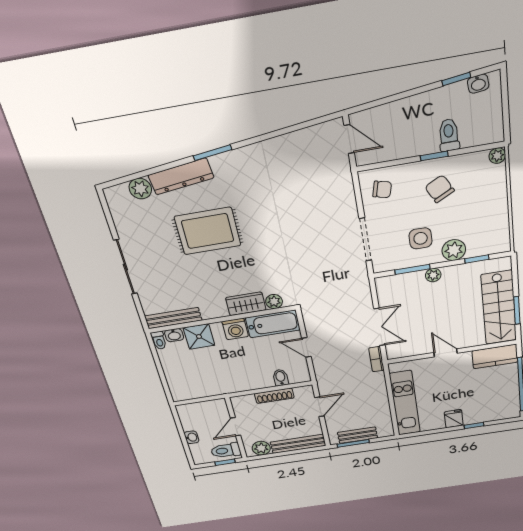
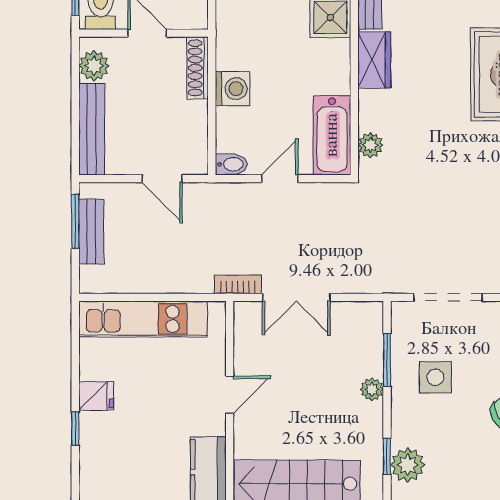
plant: (454, 250) -> (408, 465), moved
wardrobe: (246, 304) -> (374, 60), moved
washing machine: (235, 329) -> (233, 89), moved, turned 180
bidet: (281, 378) -> (231, 164), moved
shoe rack: (274, 396) -> (198, 68), moved

